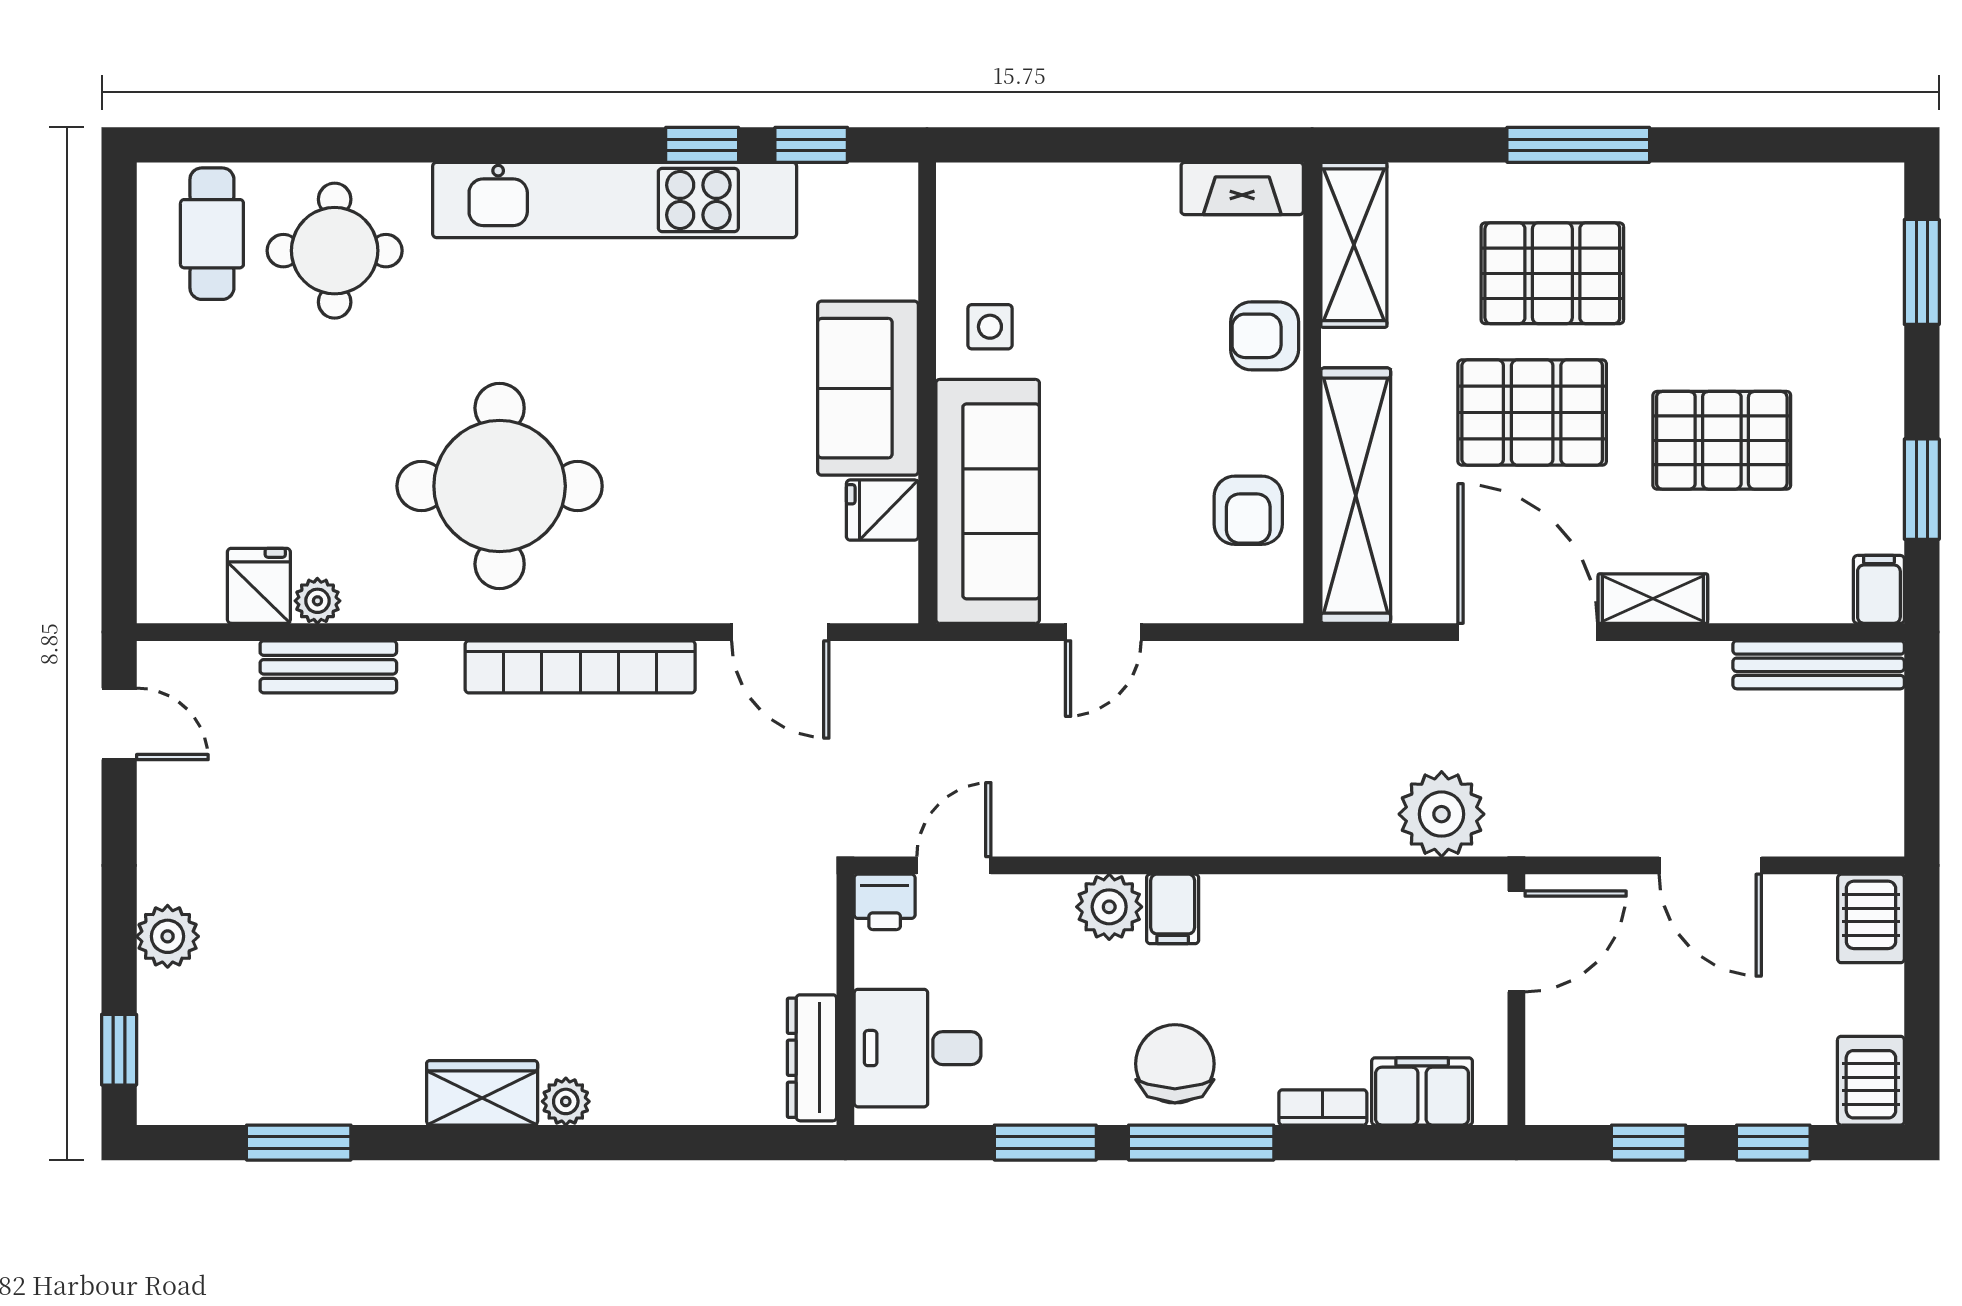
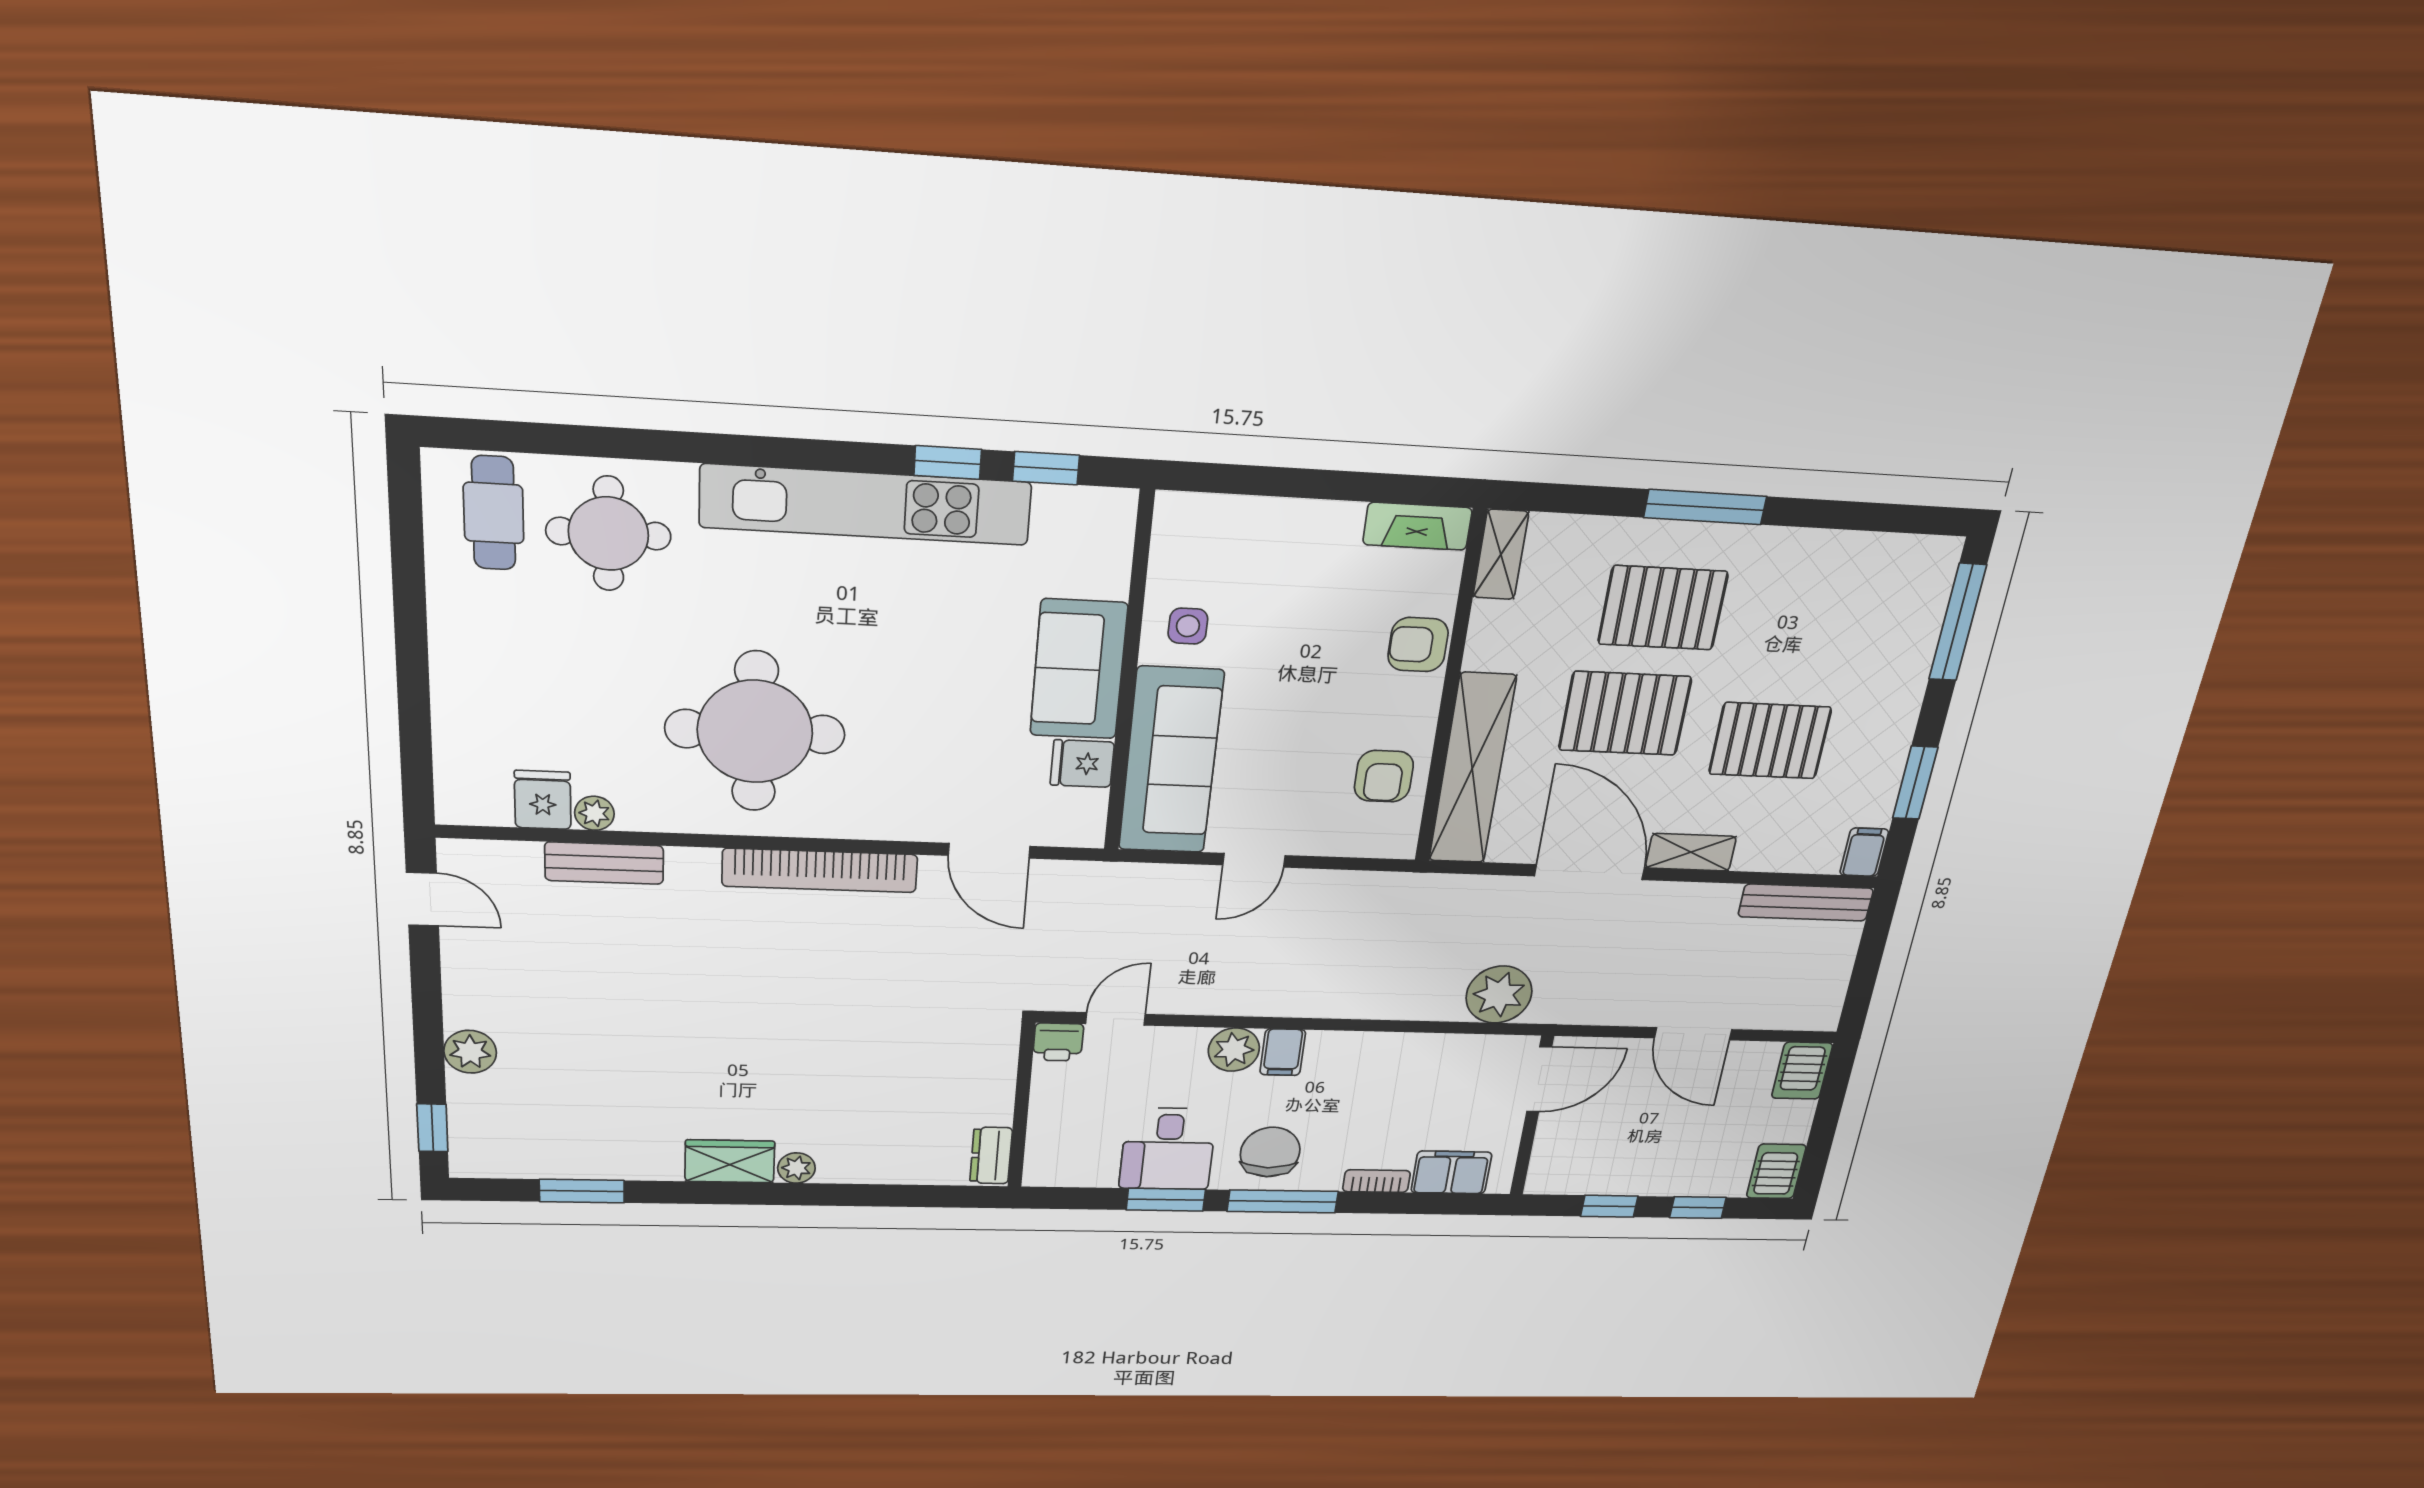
shelving: (1354, 245) -> (1501, 554), width x0.67, depth x0.75
window: (1922, 272) -> (1958, 622), width x1.44
desk: (918, 1048) -> (1168, 1149), moved, turned -90
dresser: (812, 1058) -> (991, 1156), width x0.70

